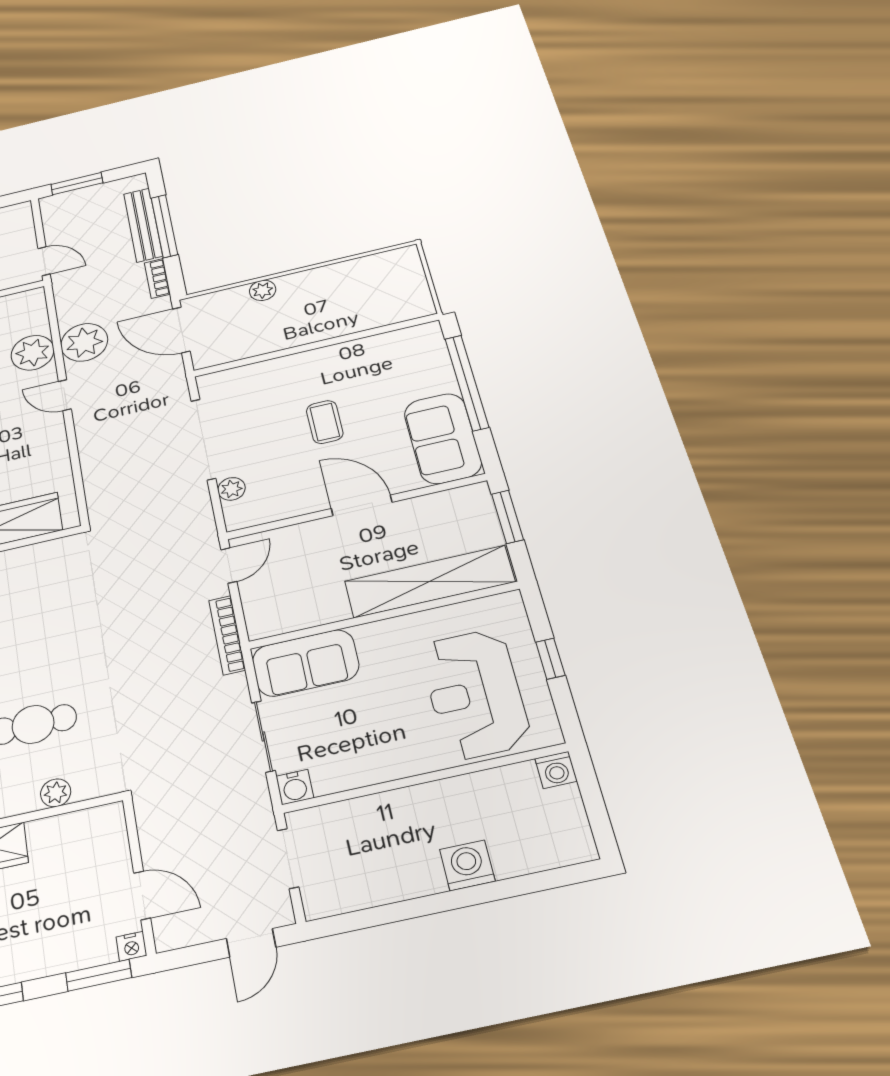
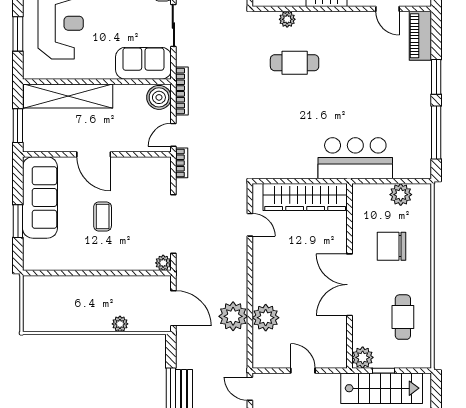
bookcase: (157, 278) -> (182, 163), moved
window: (467, 383) -> (18, 221), width x0.47
door: (65, 395) -> (250, 225), moved
sofa: (443, 438) -> (40, 197), width x1.36
plant: (231, 489) -> (163, 263), moved
boiler: (266, 616) -> (159, 97), added
window: (550, 659) -> (18, 34), width x1.50

